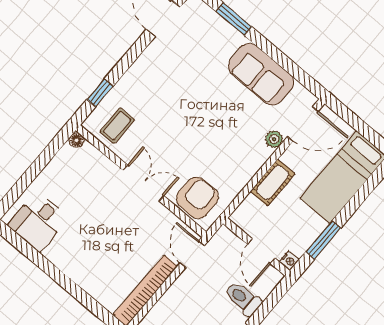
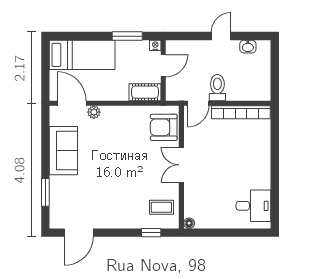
cot: (273, 183) -> (145, 92), moved
toilet: (243, 299) -> (217, 88), moved, turned 180

